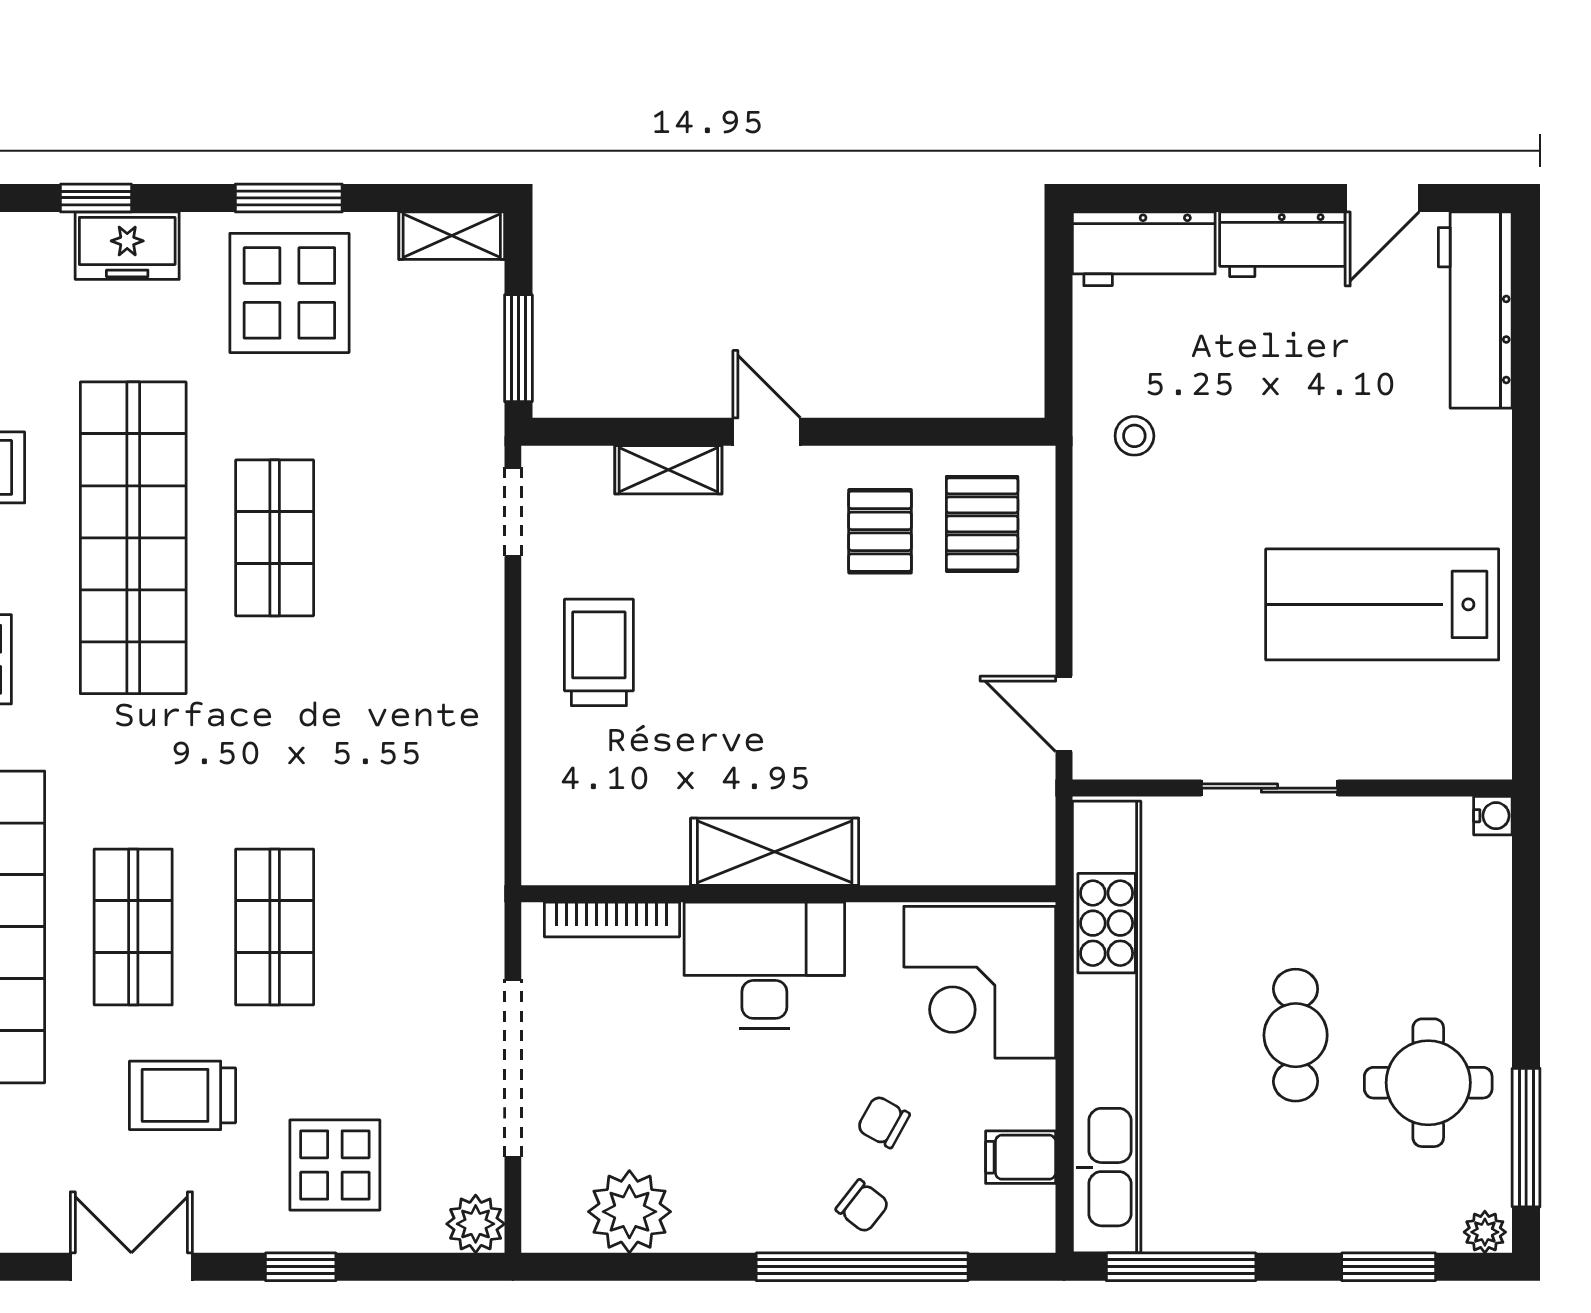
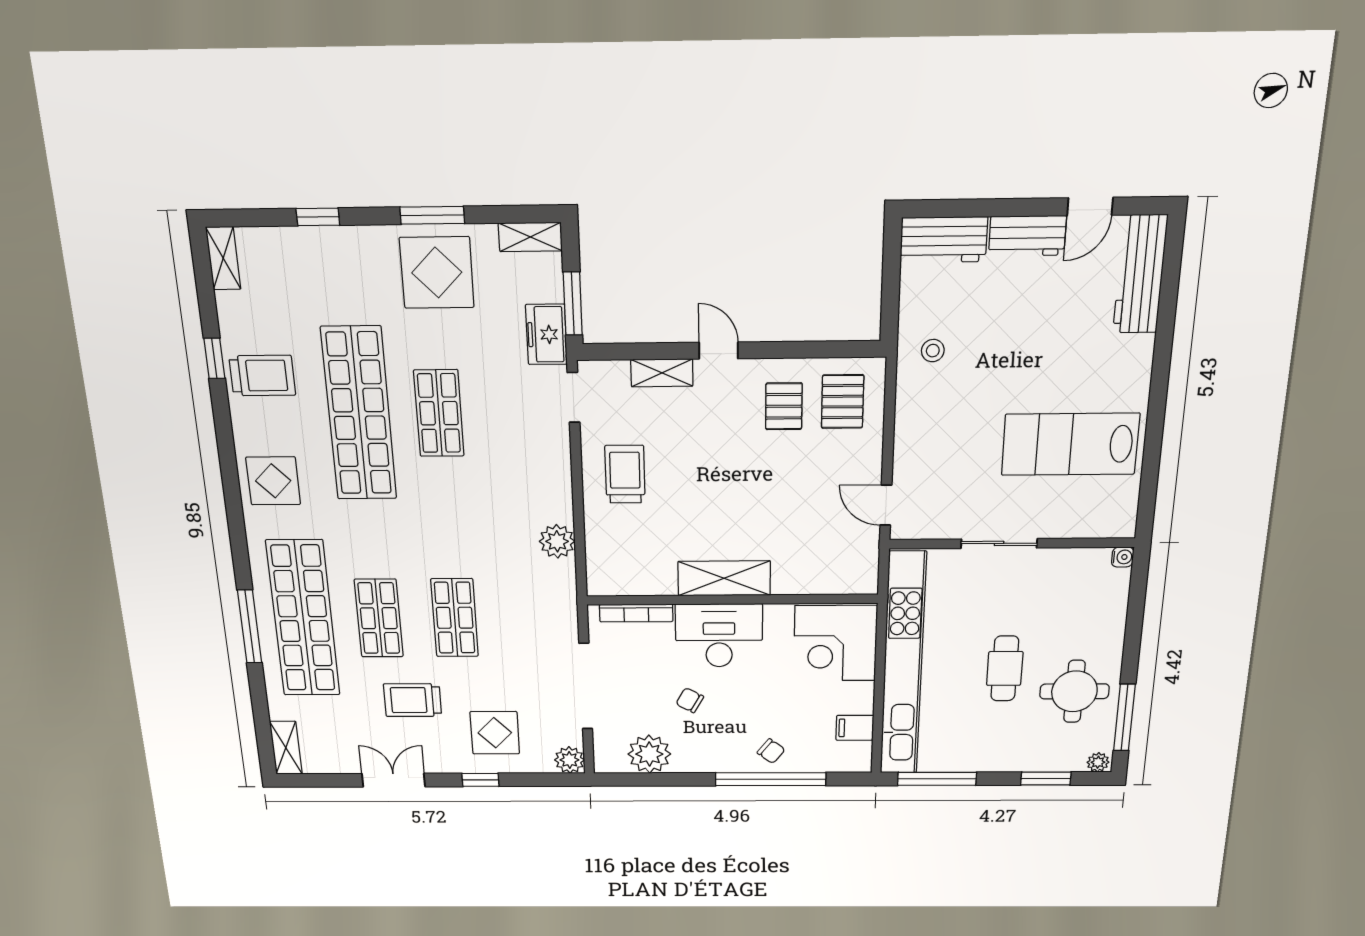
freezer: (127, 246) -> (546, 334), moved, turned 90
plant: (472, 778) -> (557, 541), added
chair: (883, 1122) -> (690, 700), moved

